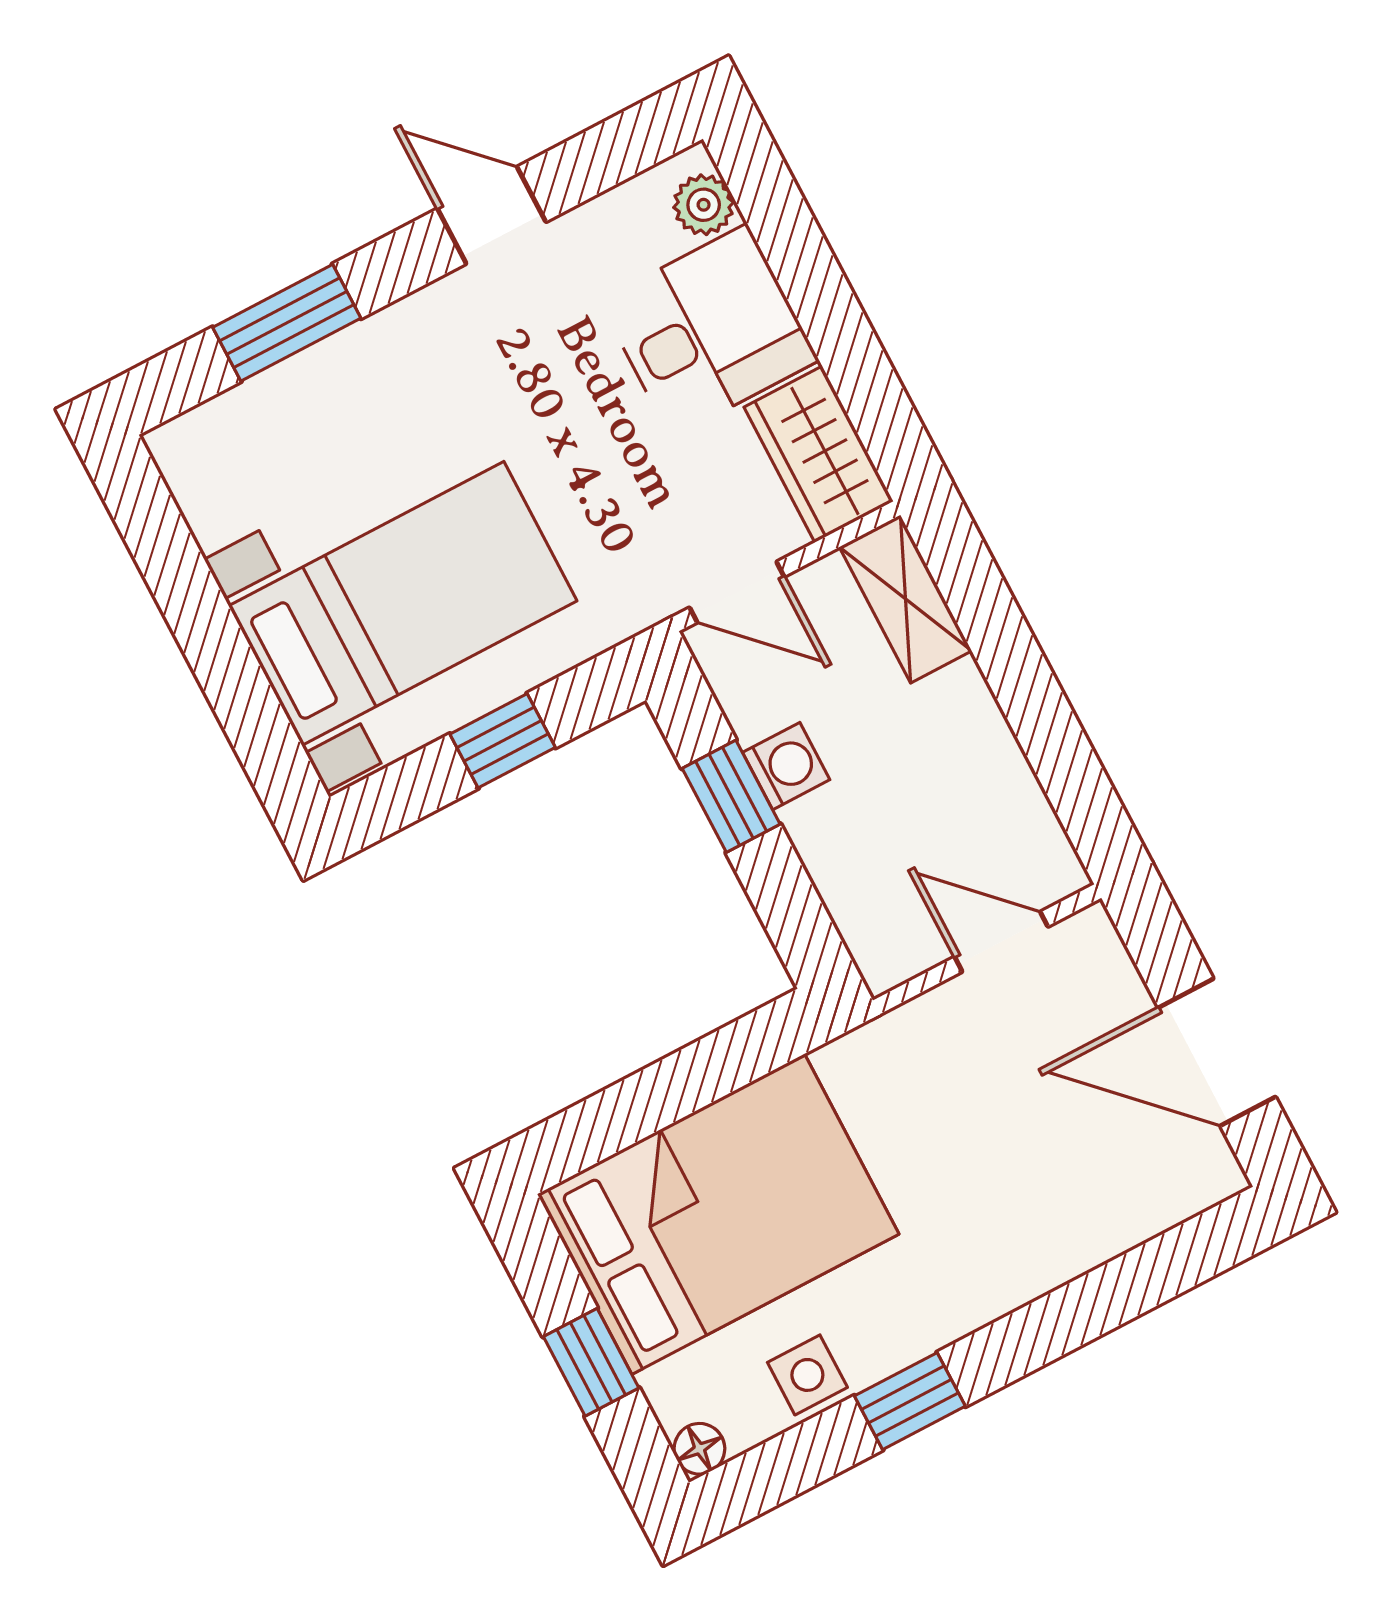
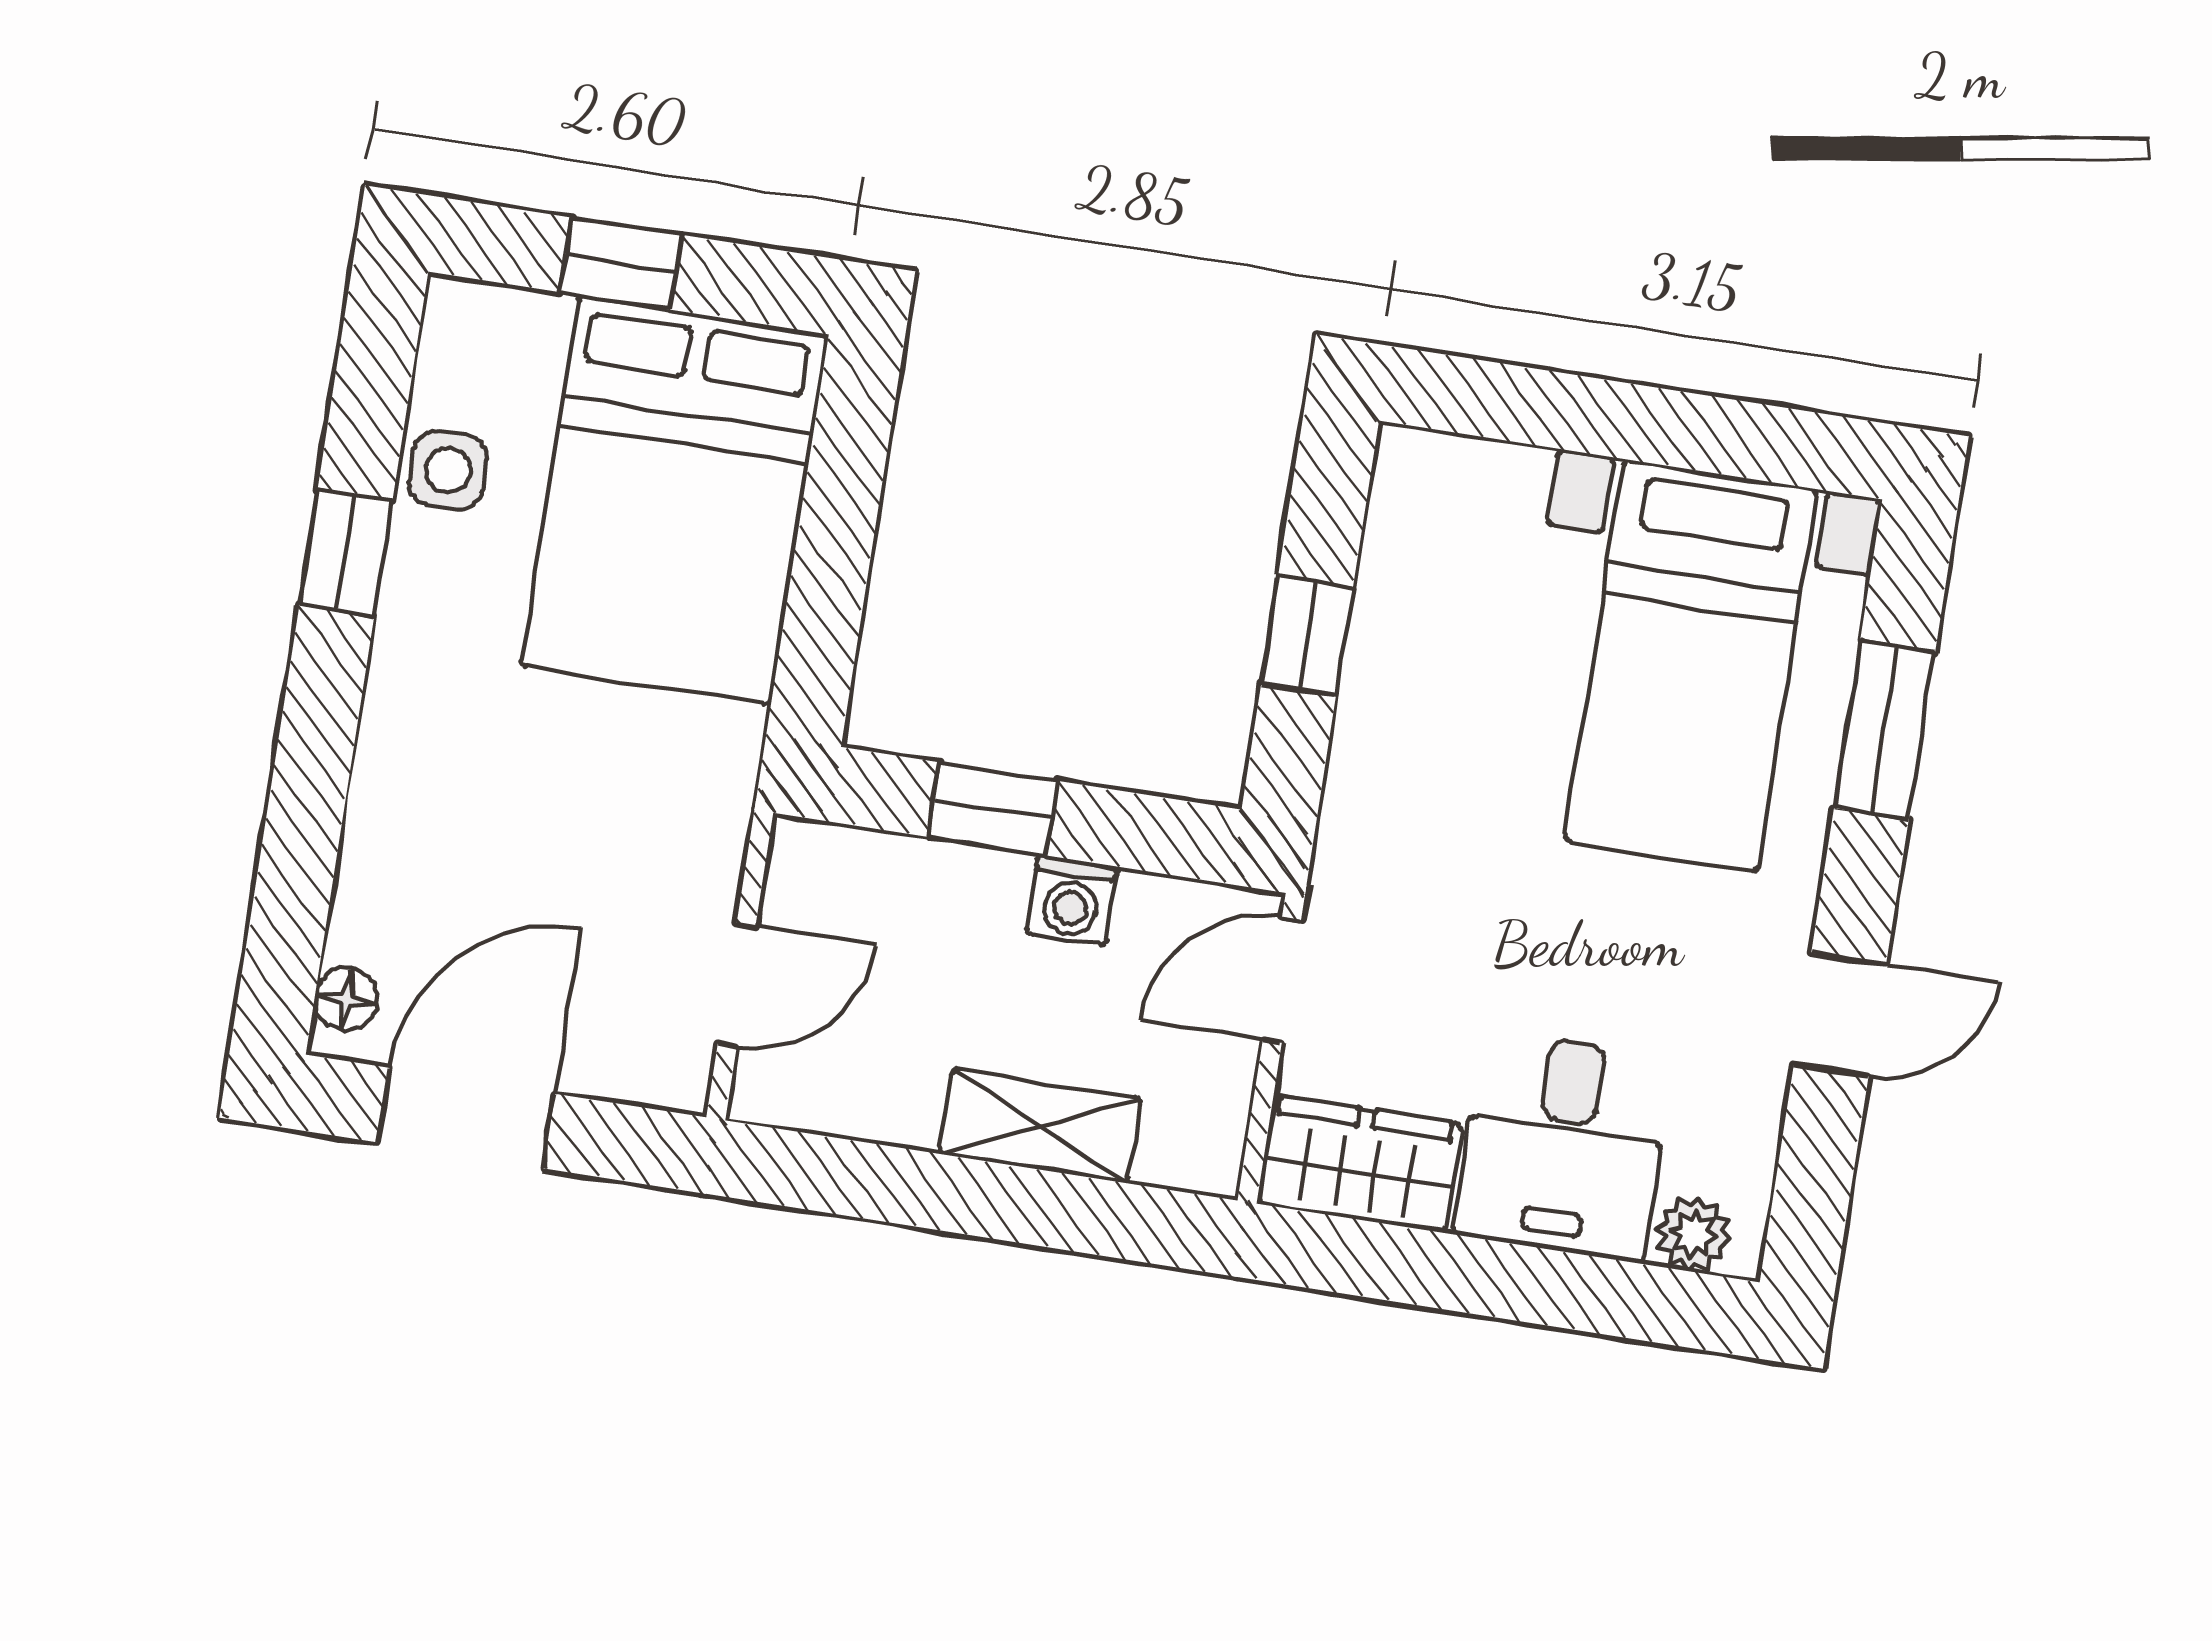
shelving: (906, 599) -> (1040, 1126), moved
bed with nightstands: (403, 603) -> (1691, 665), moved
window: (731, 796) -> (993, 809), moved
floor lamp: (699, 1449) -> (346, 999), moved

